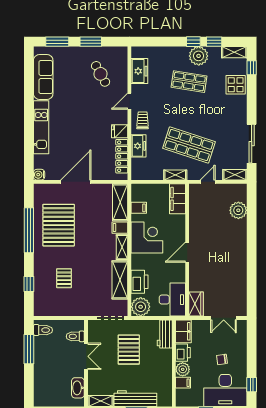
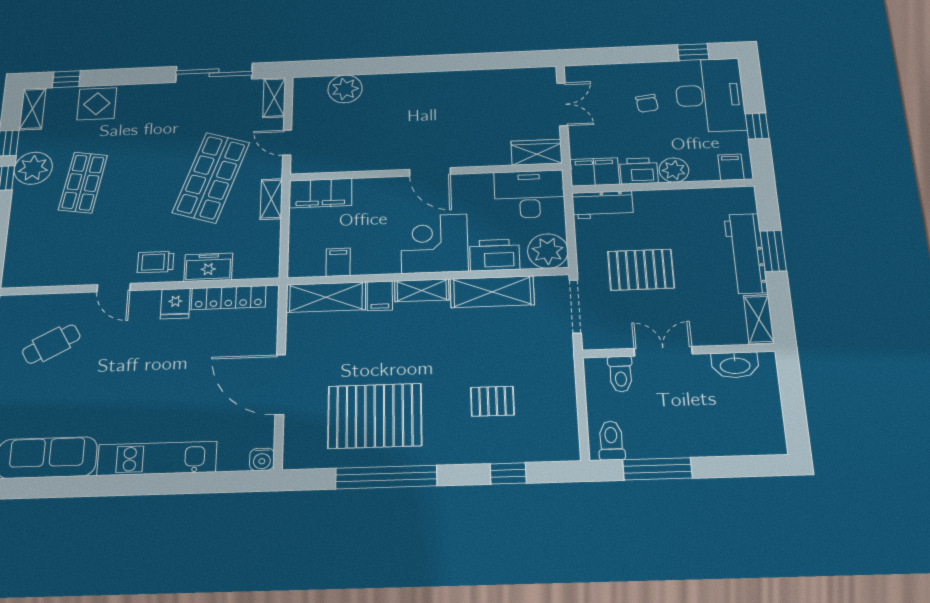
freezer: (139, 71) -> (53, 272), removed
corner desk: (147, 237) -> (434, 244), moved
filing cabinet: (183, 383) -> (731, 167), moved

